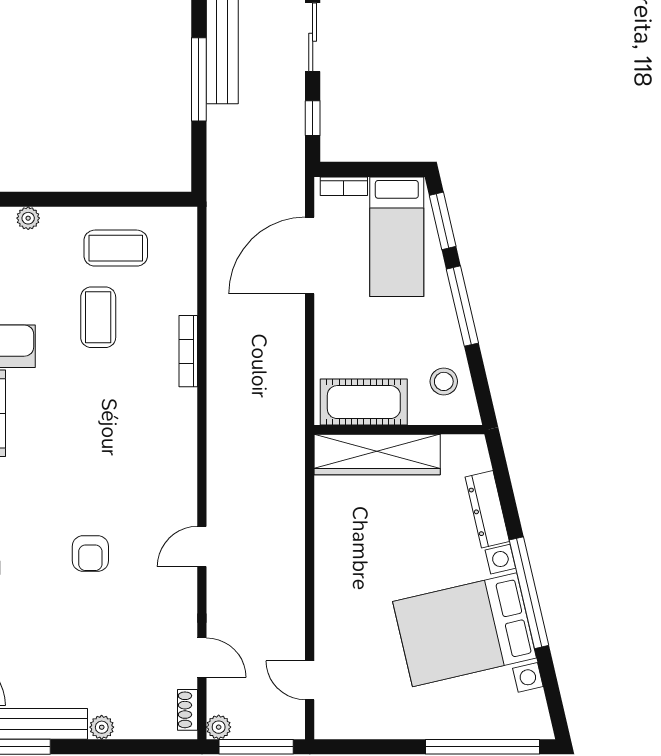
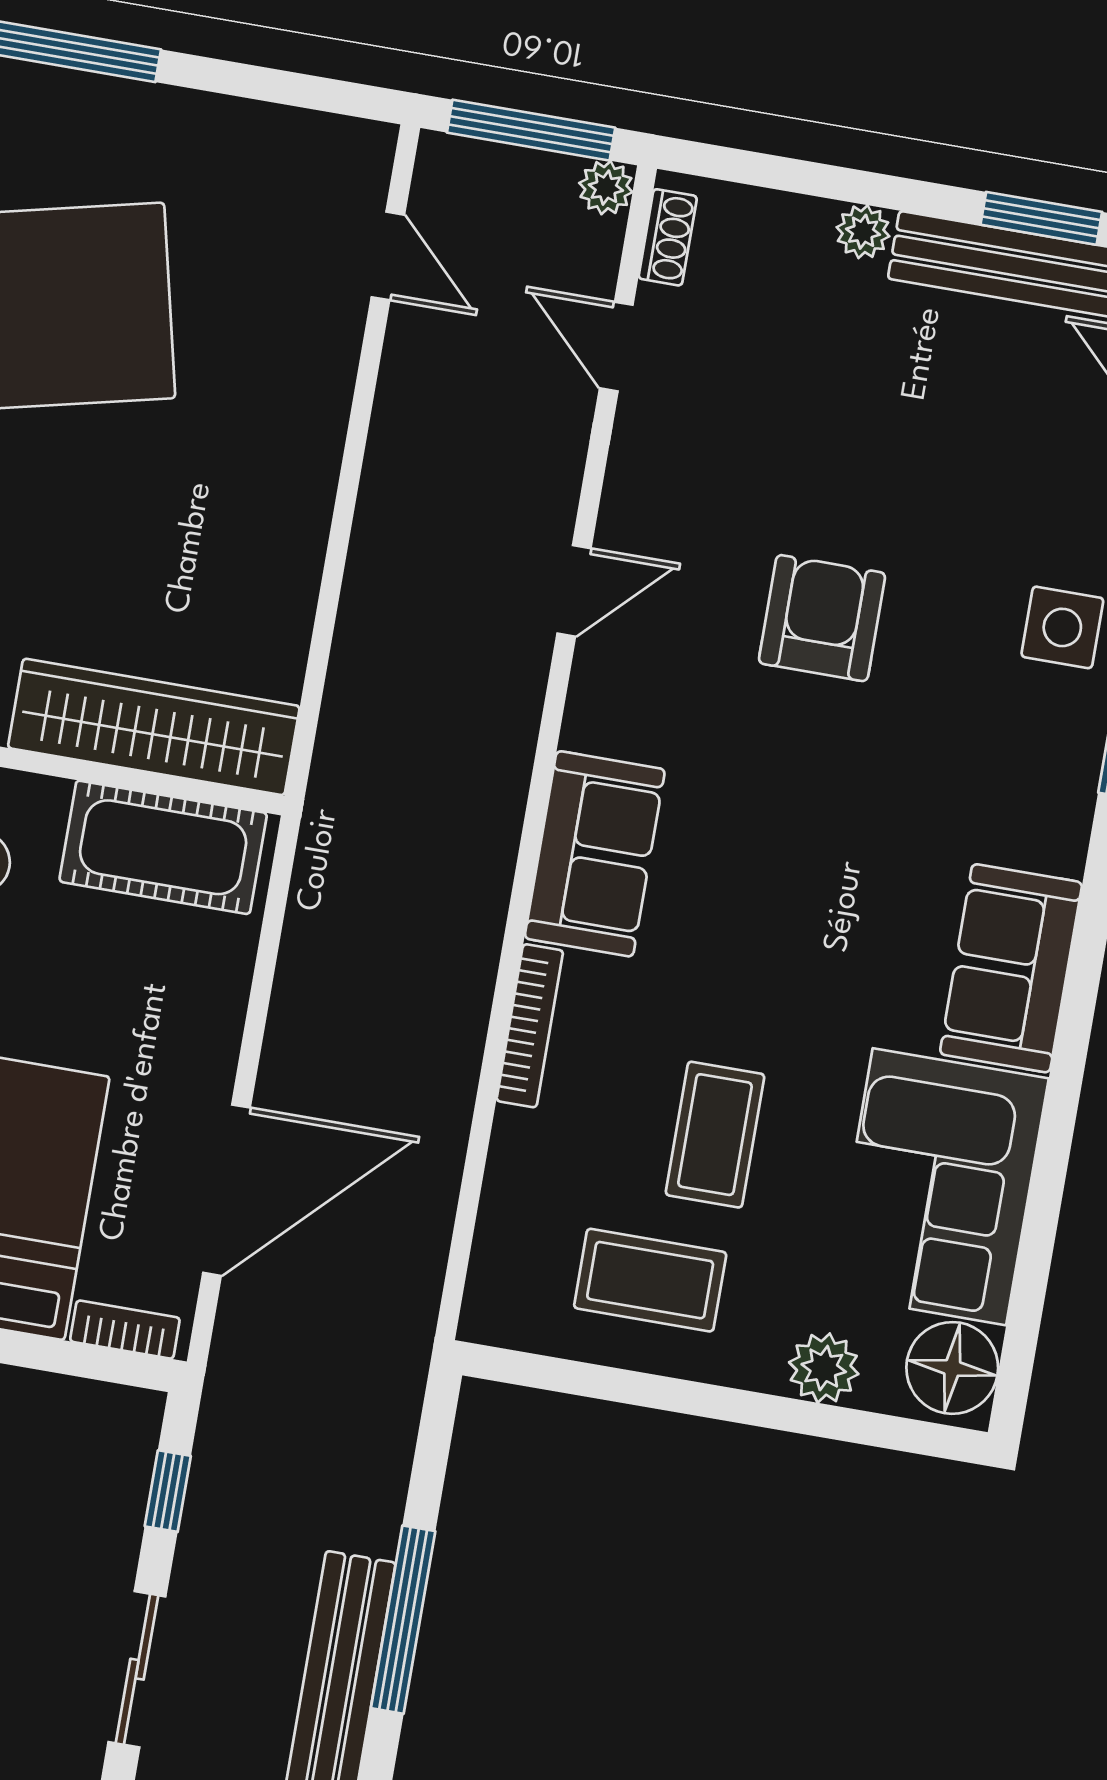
plant: (28, 218) -> (824, 1368), width x1.38, depth x1.38
sofa: (173, 432) -> (595, 854), added
armchair: (90, 553) -> (822, 618), width x1.38, depth x1.38

